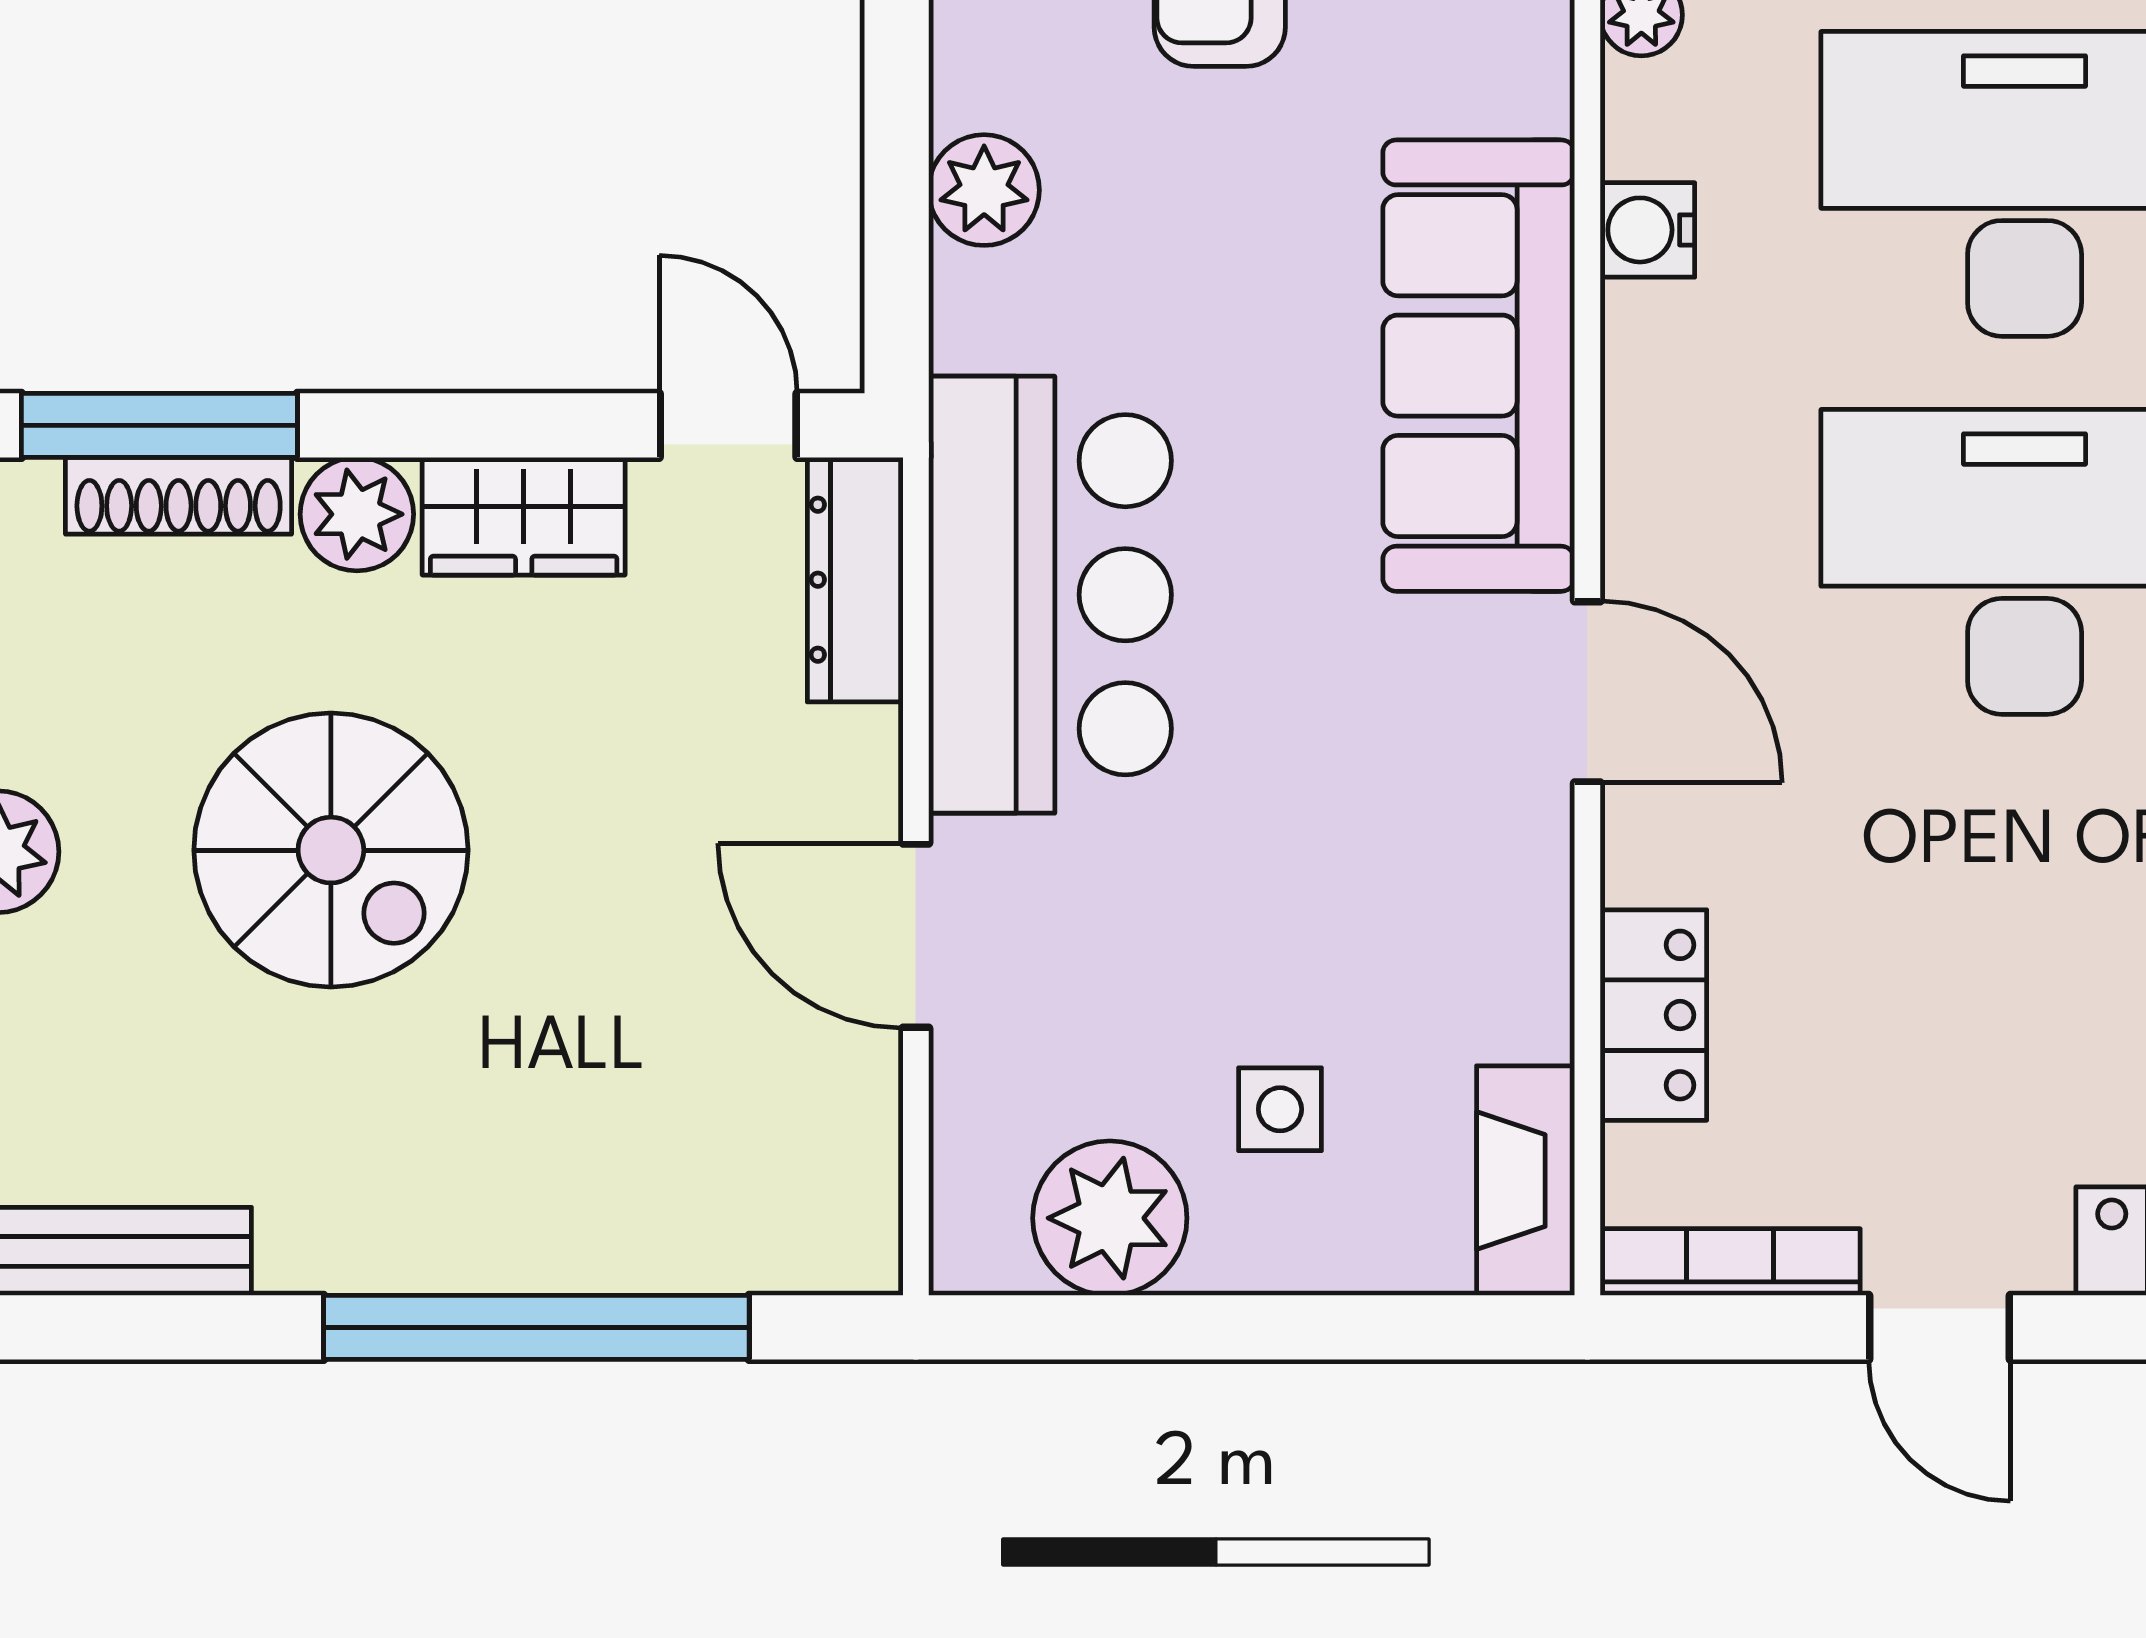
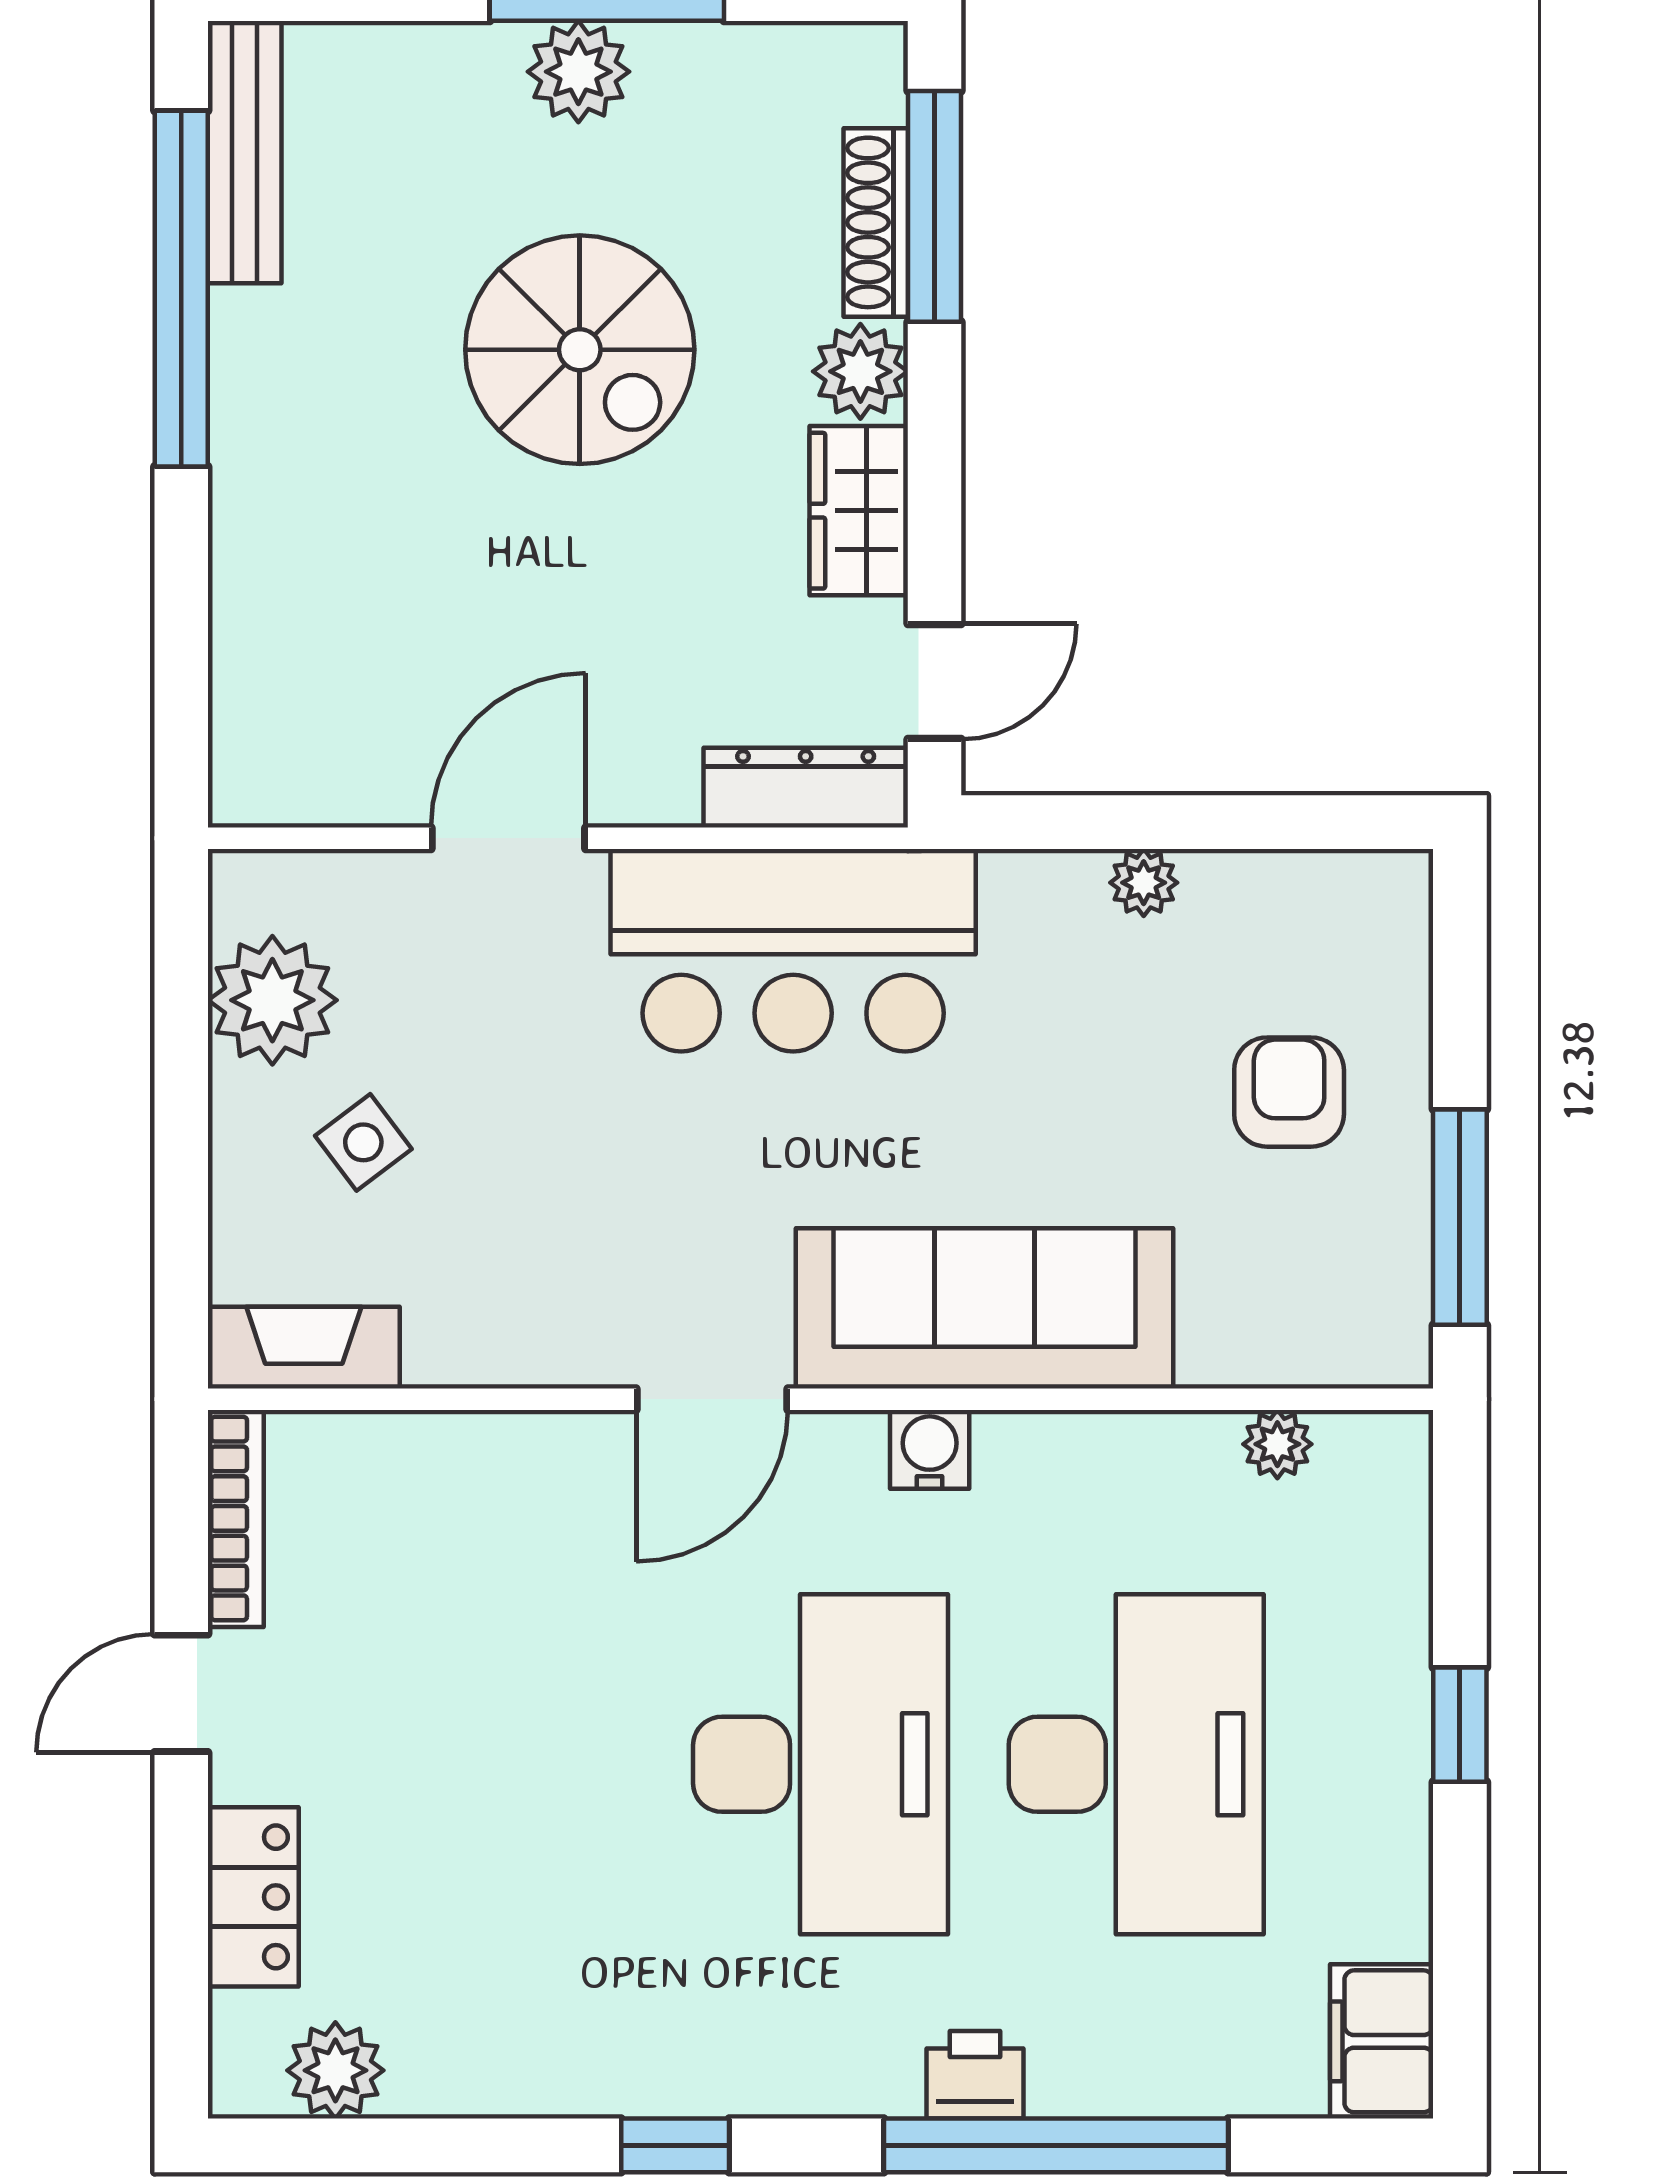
plant: (984, 190) -> (1144, 883), width x0.73, depth x0.73
water cooler: (1647, 230) -> (930, 1449), moved
spiral stairs: (331, 850) -> (580, 350), turned -90
locker: (1653, 1015) -> (442, 1454), removed
side table: (1280, 1109) -> (363, 1142), turned -37
window: (536, 1327) -> (181, 289), moved

